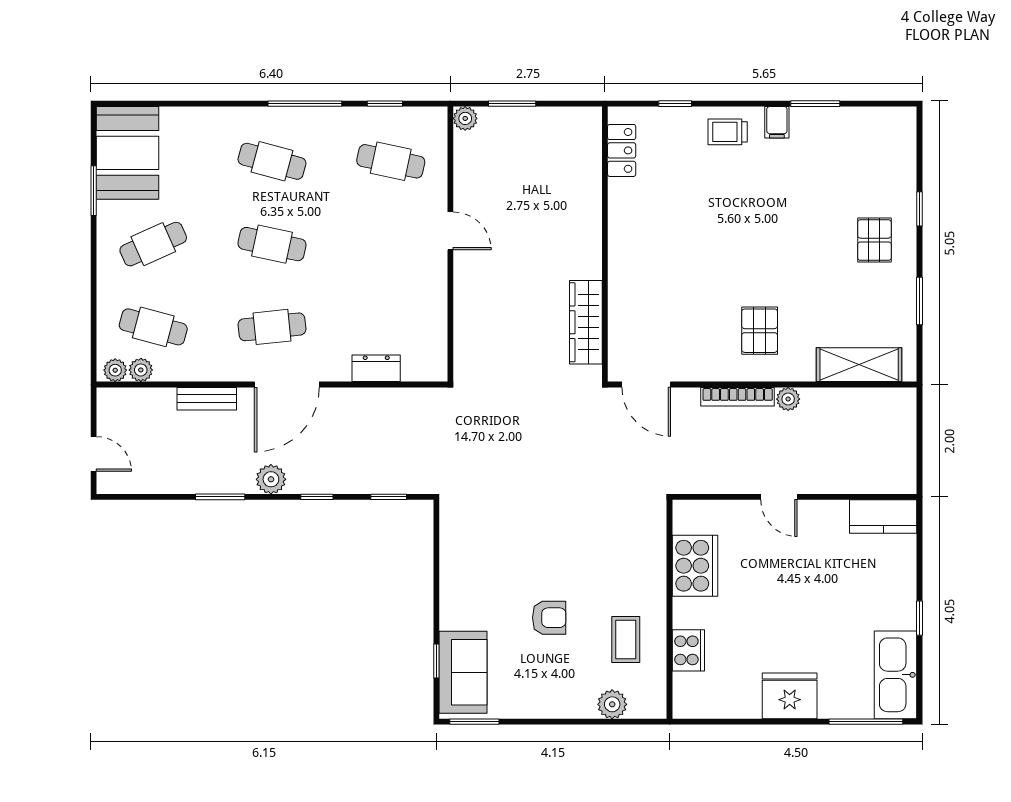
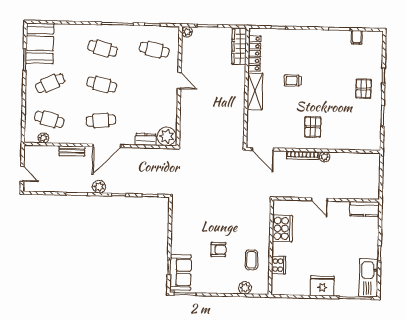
filing cabinet: (777, 122) -> (357, 37), moved
trolley: (728, 132) -> (293, 81), moved
locker: (622, 150) -> (254, 54), width x1.53
wardrobe: (586, 322) -> (239, 46), moved
shelving: (859, 365) -> (255, 91), moved, turned 90
plant: (115, 370) -> (167, 136), moved, width x1.88, depth x1.88

